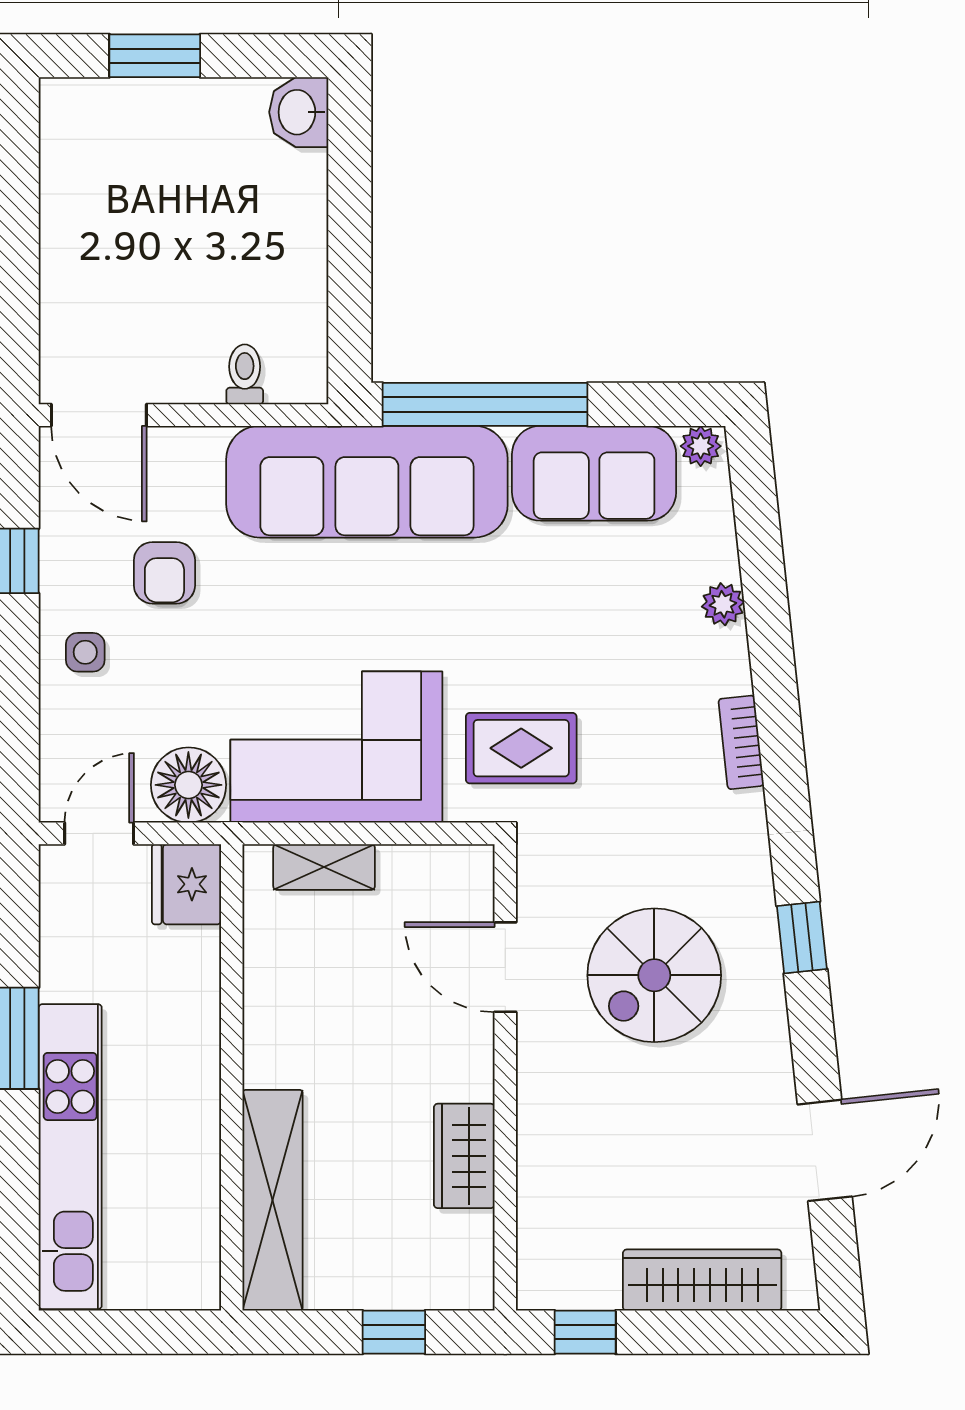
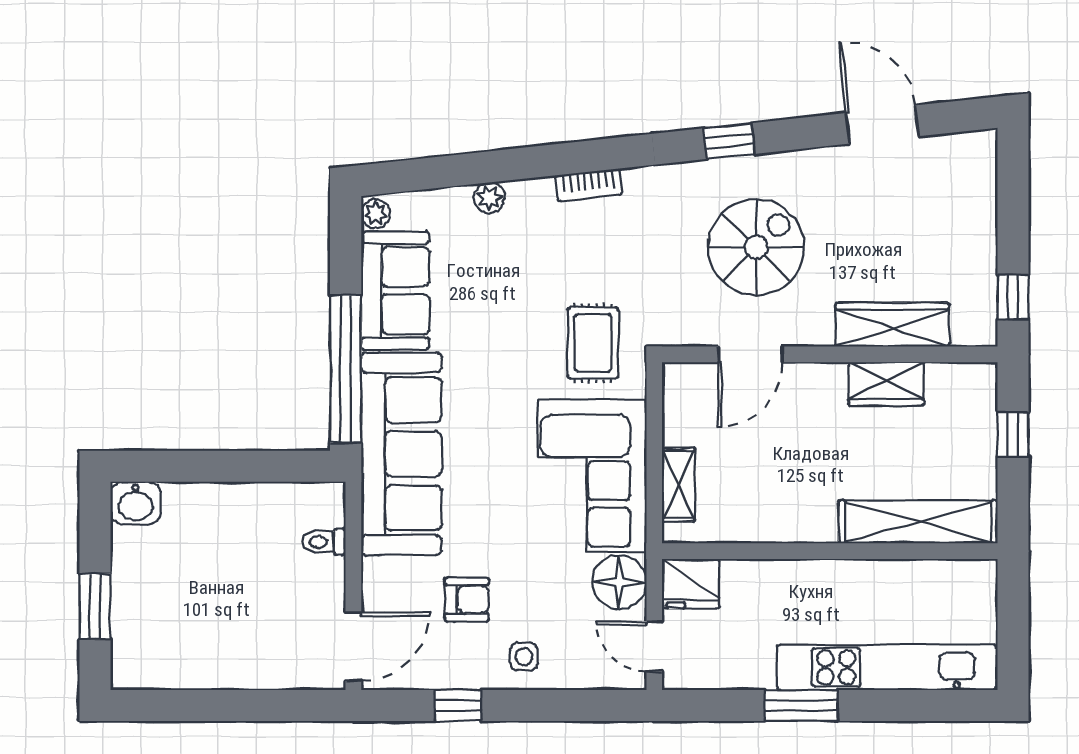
spiral stairs: (654, 975) -> (756, 247), turned -90
wardrobe: (702, 1280) -> (892, 325), moved, turned 90

